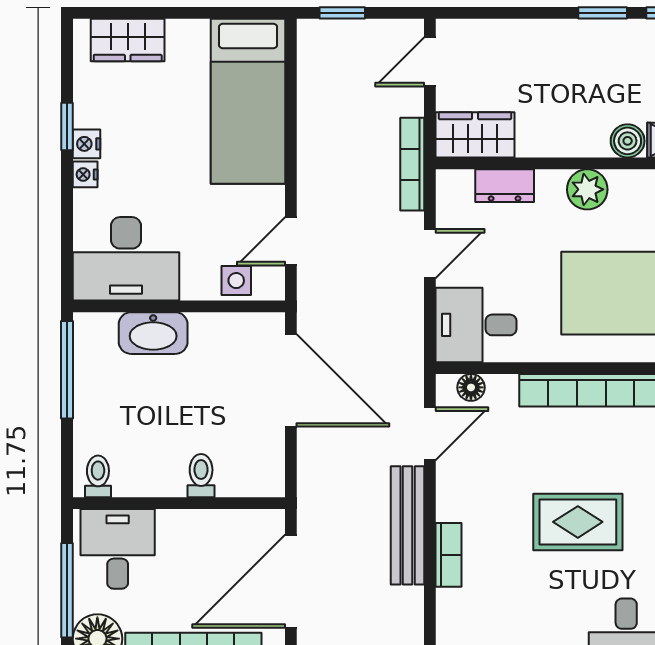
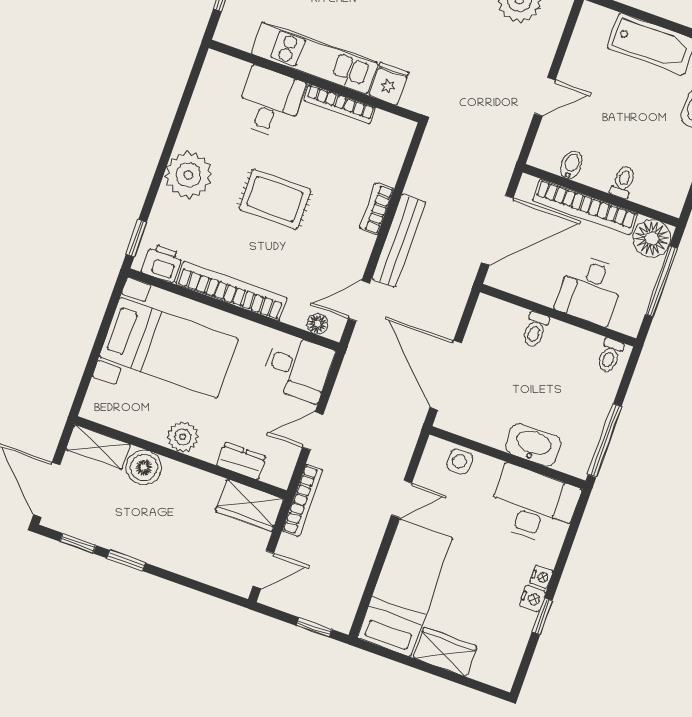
wardrobe: (128, 40) -> (445, 652), moved
boiler: (628, 141) -> (144, 468), width x1.36, depth x1.36
door: (291, 241) -> (402, 499), moved
desk: (118, 549) -> (590, 290), moved

